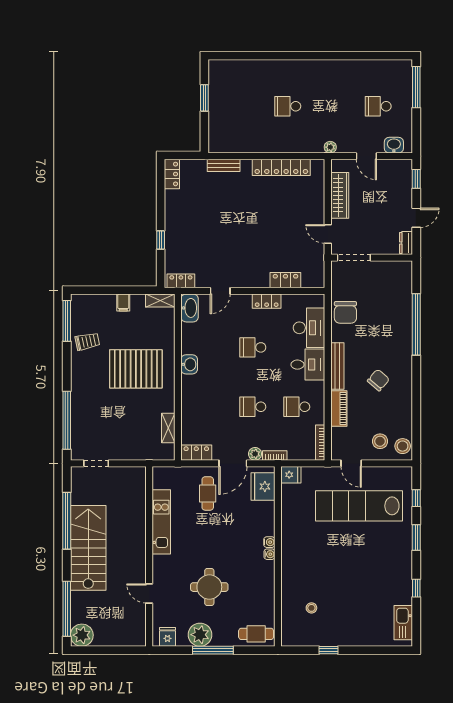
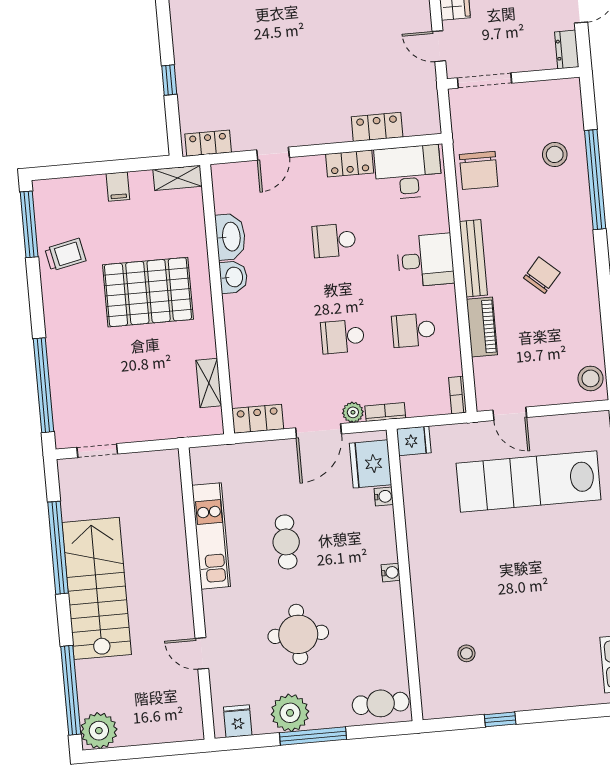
washbasin: (190, 308) -> (231, 237), moved
desk: (309, 328) -> (408, 172), moved, turned -90
stool: (380, 441) -> (555, 154), moved
bookcase: (320, 443) -> (458, 395), width x0.64
cafe table: (208, 493) -> (286, 542), moved
water cooler: (269, 542) -> (384, 496), moved

